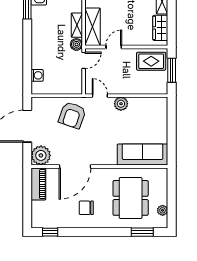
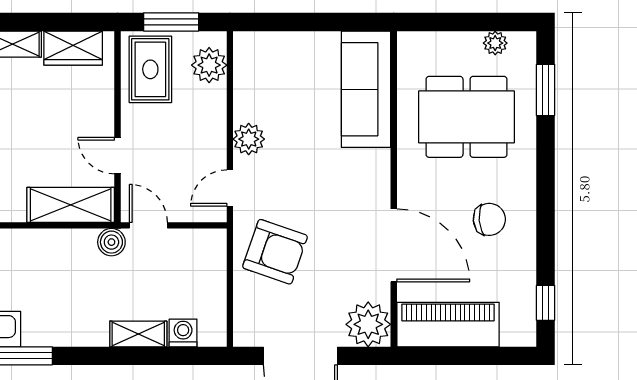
shelving: (77, 25) -> (138, 334), moved
plant: (153, 87) -> (209, 65), added
piano: (38, 184) -> (448, 325), width x1.37, depth x1.33
chair: (86, 208) -> (489, 219), turned -95

